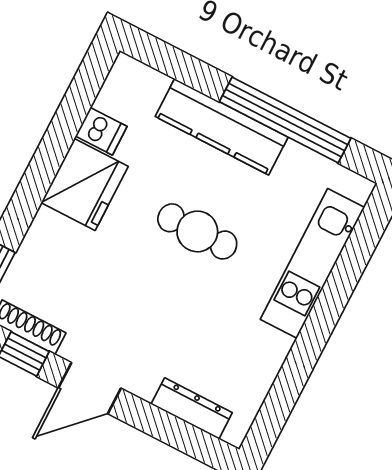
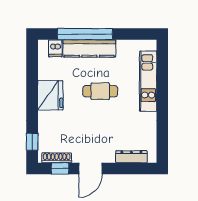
window: (285, 120) -> (85, 34), moved
dishwasher: (101, 131) -> (55, 48), moved, turned 90

